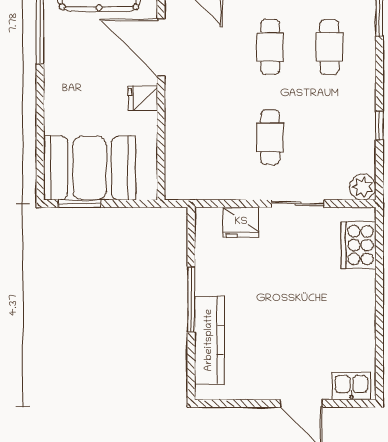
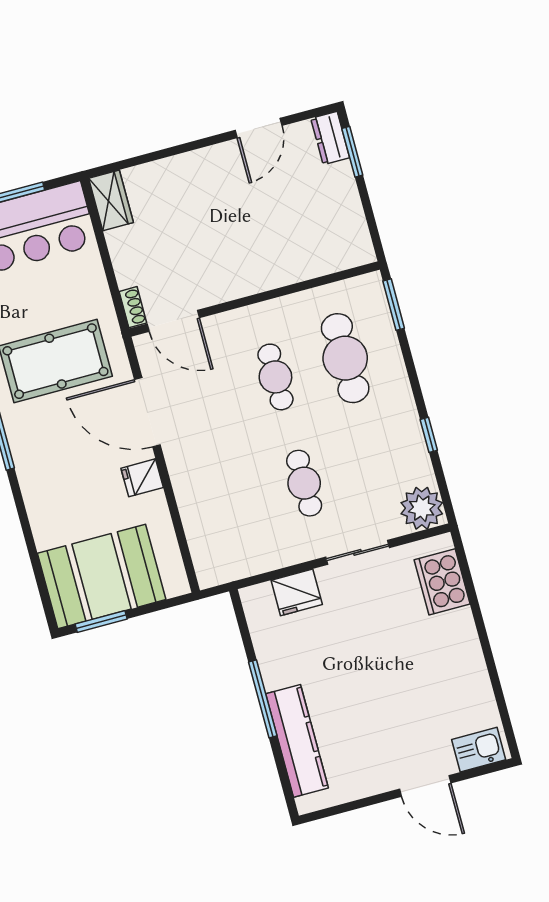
cafe table: (329, 47) -> (345, 358), width x1.37, depth x1.35
plant: (363, 187) -> (422, 508), width x1.36, depth x1.36

